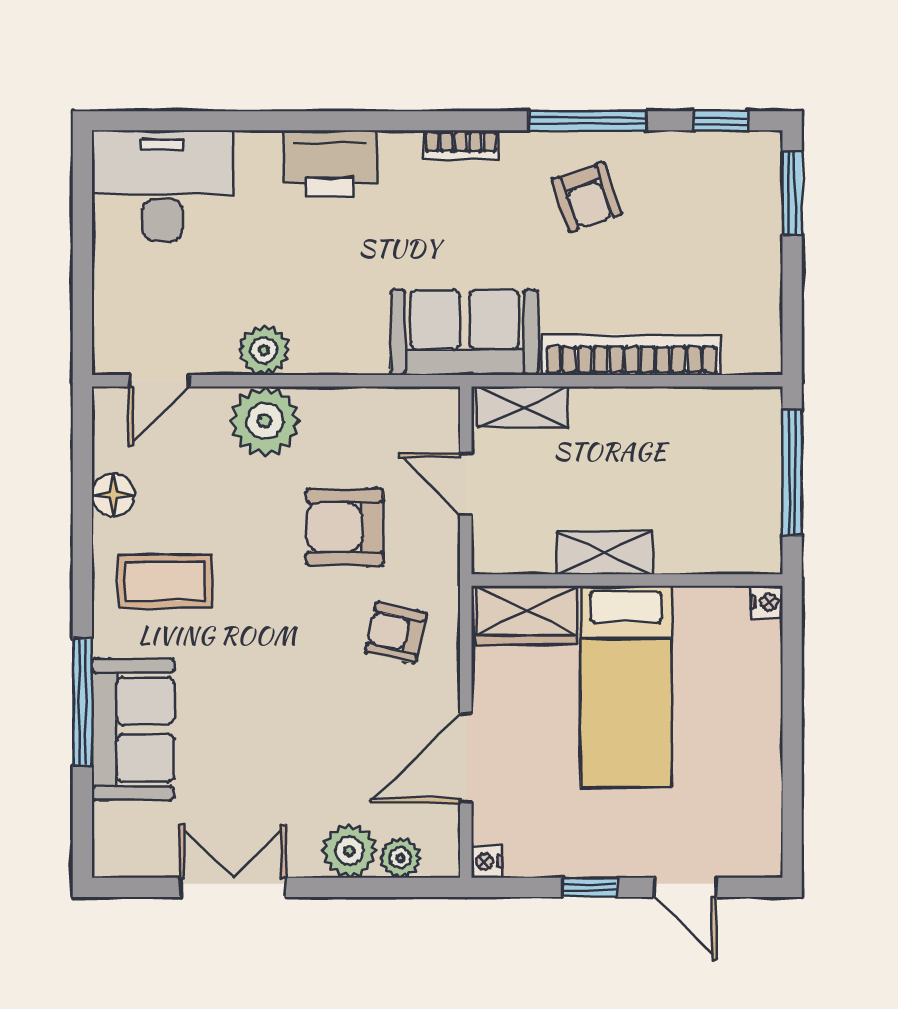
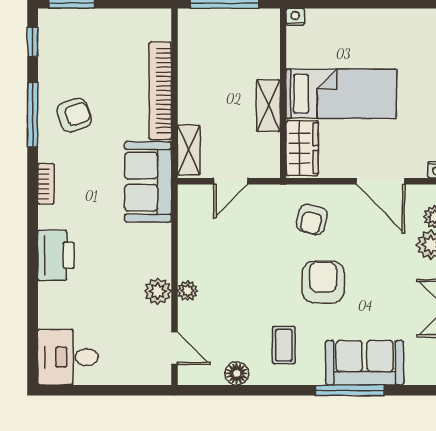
desk: (162, 186) -> (68, 357), width x0.73
plant: (265, 421) -> (188, 291), width x0.53, depth x0.53
armchair: (345, 527) -> (323, 282), moved, turned 180
coffee table: (165, 581) -> (284, 345), width x0.73, depth x0.77

